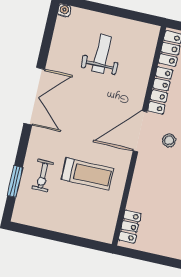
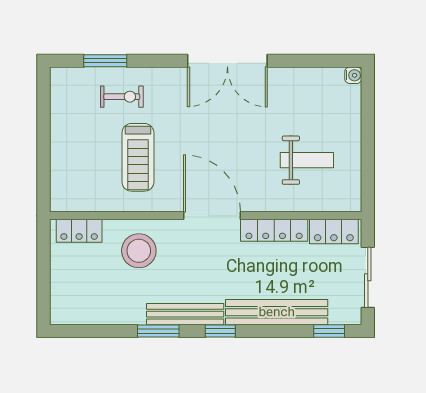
weight bench: (102, 54) -> (307, 160), moved
stool: (169, 140) -> (139, 251), moved, width x1.89, depth x1.89
exercise bike: (43, 176) -> (122, 97), turned 180

